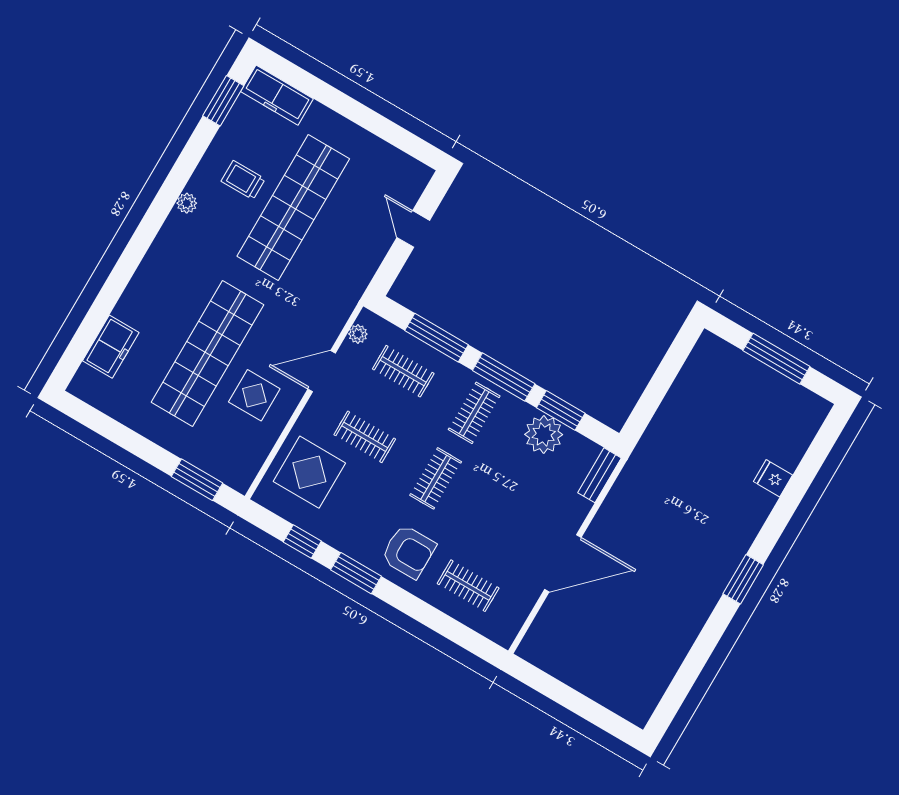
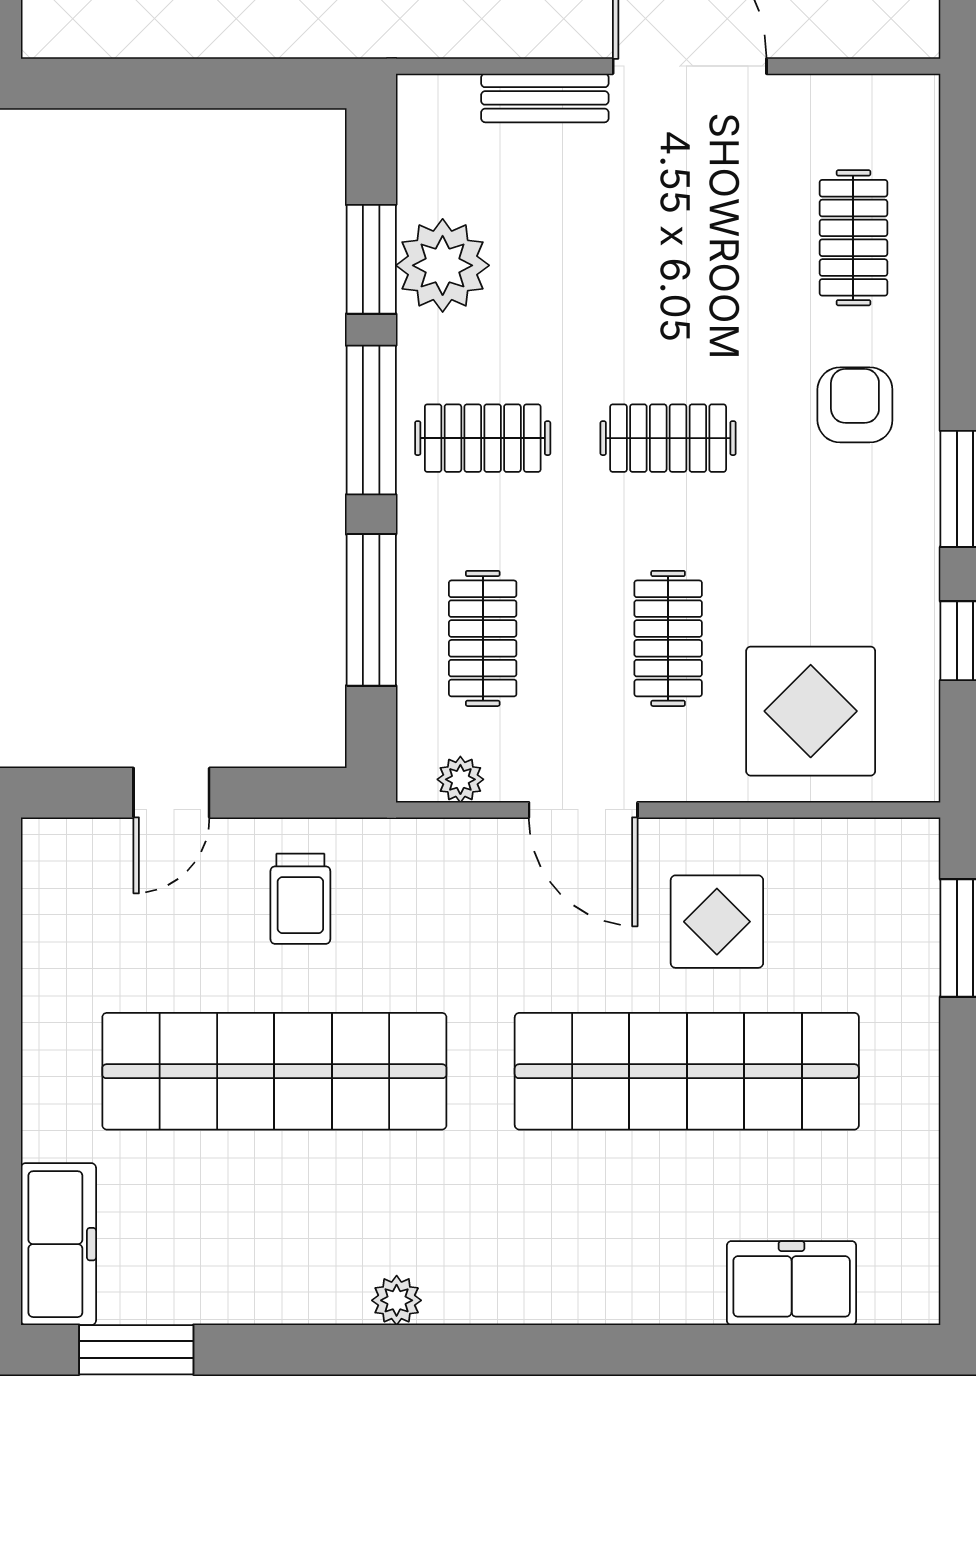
trolley: (243, 180) -> (300, 899), moved
bench: (599, 475) -> (545, 98), moved
armchair: (409, 552) -> (855, 405), width x0.72, depth x0.72

